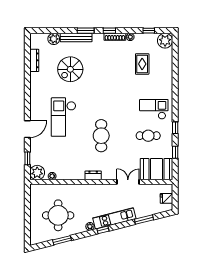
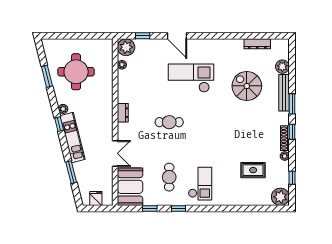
cafe table: (101, 136) -> (169, 122), width x0.73, depth x0.74

